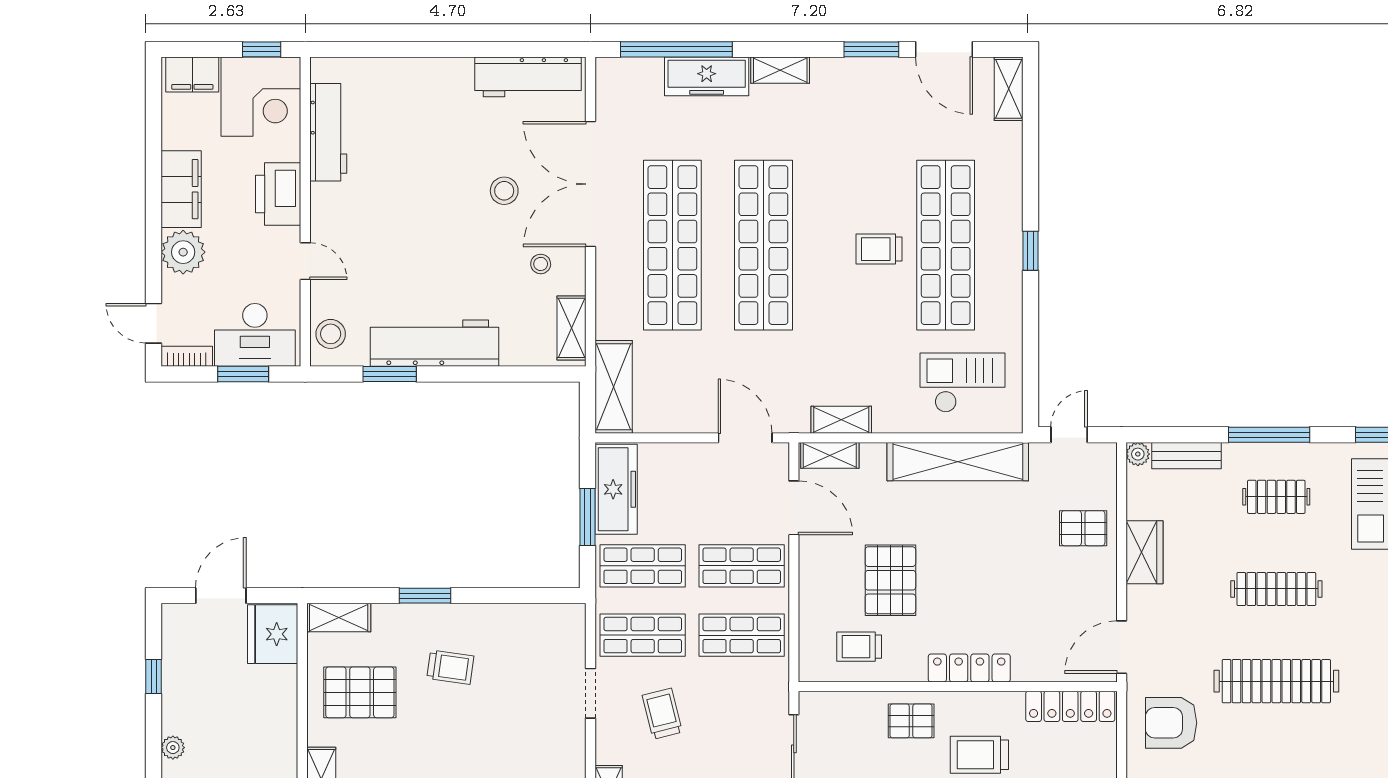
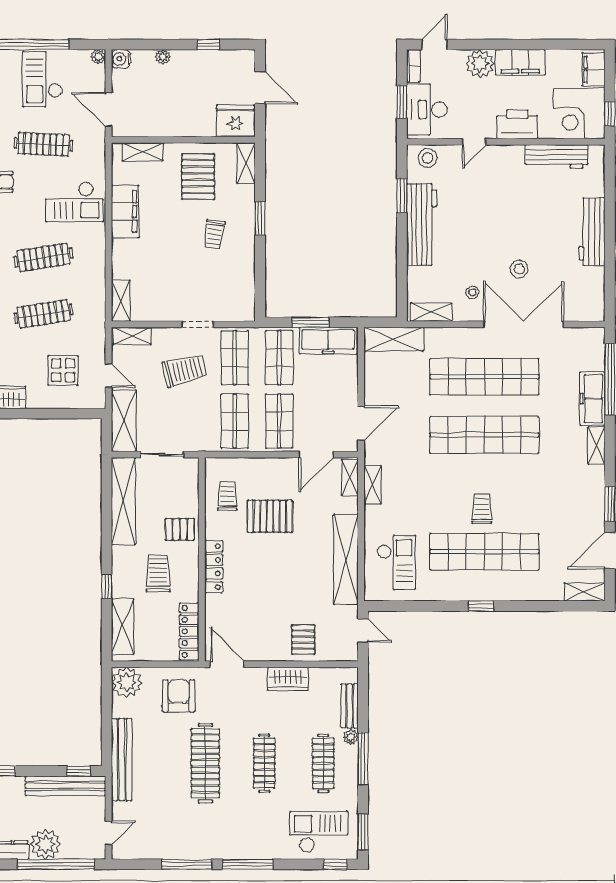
workbench: (528, 77) -> (592, 232), moved
plant: (1138, 454) -> (351, 737), moved
clothes rail: (1276, 497) -> (323, 763), width x1.36
trolley: (662, 714) -> (184, 370), width x1.36, depth x1.39
pallet: (911, 721) -> (180, 529), turned 90

